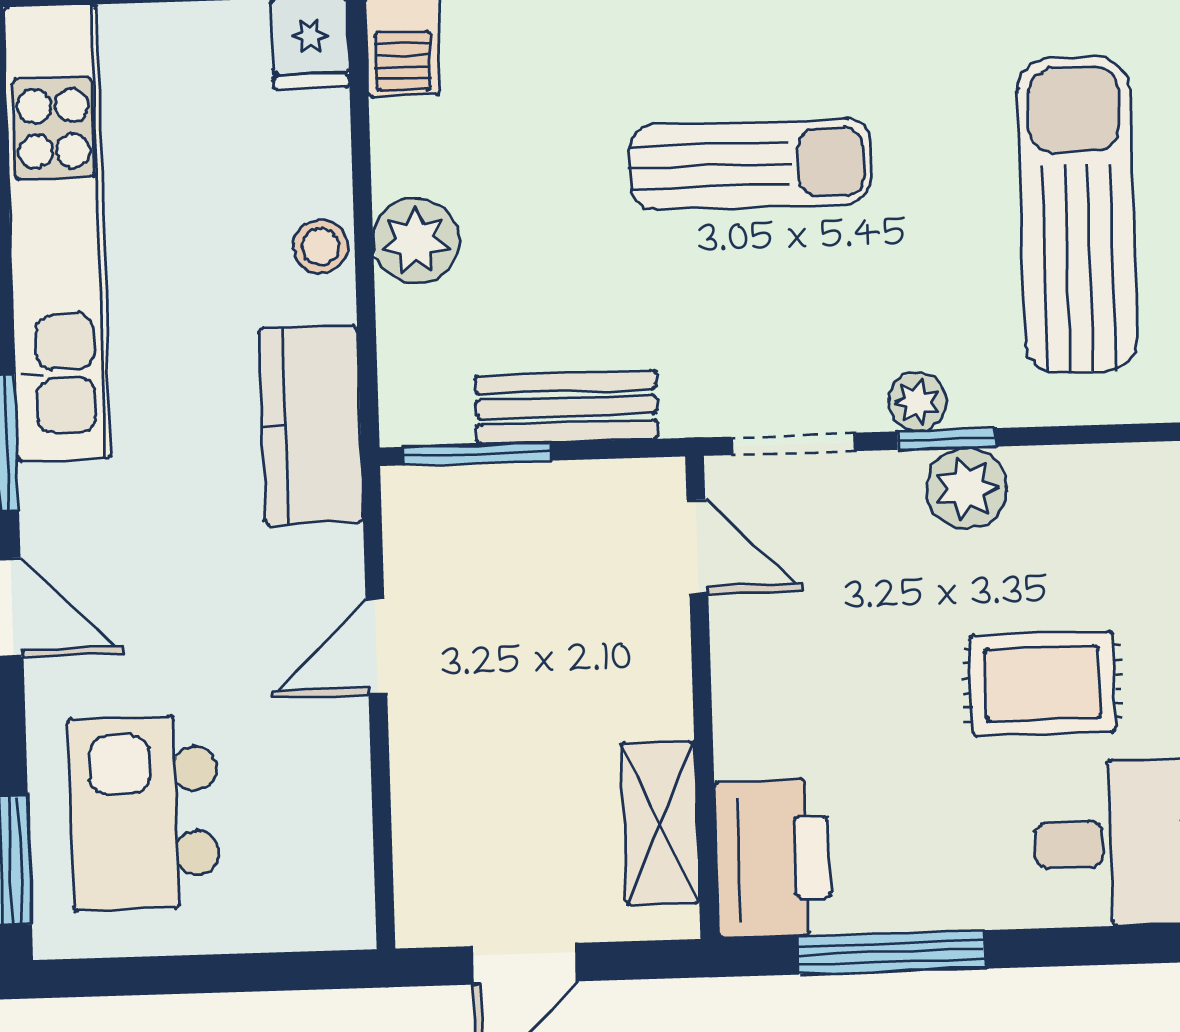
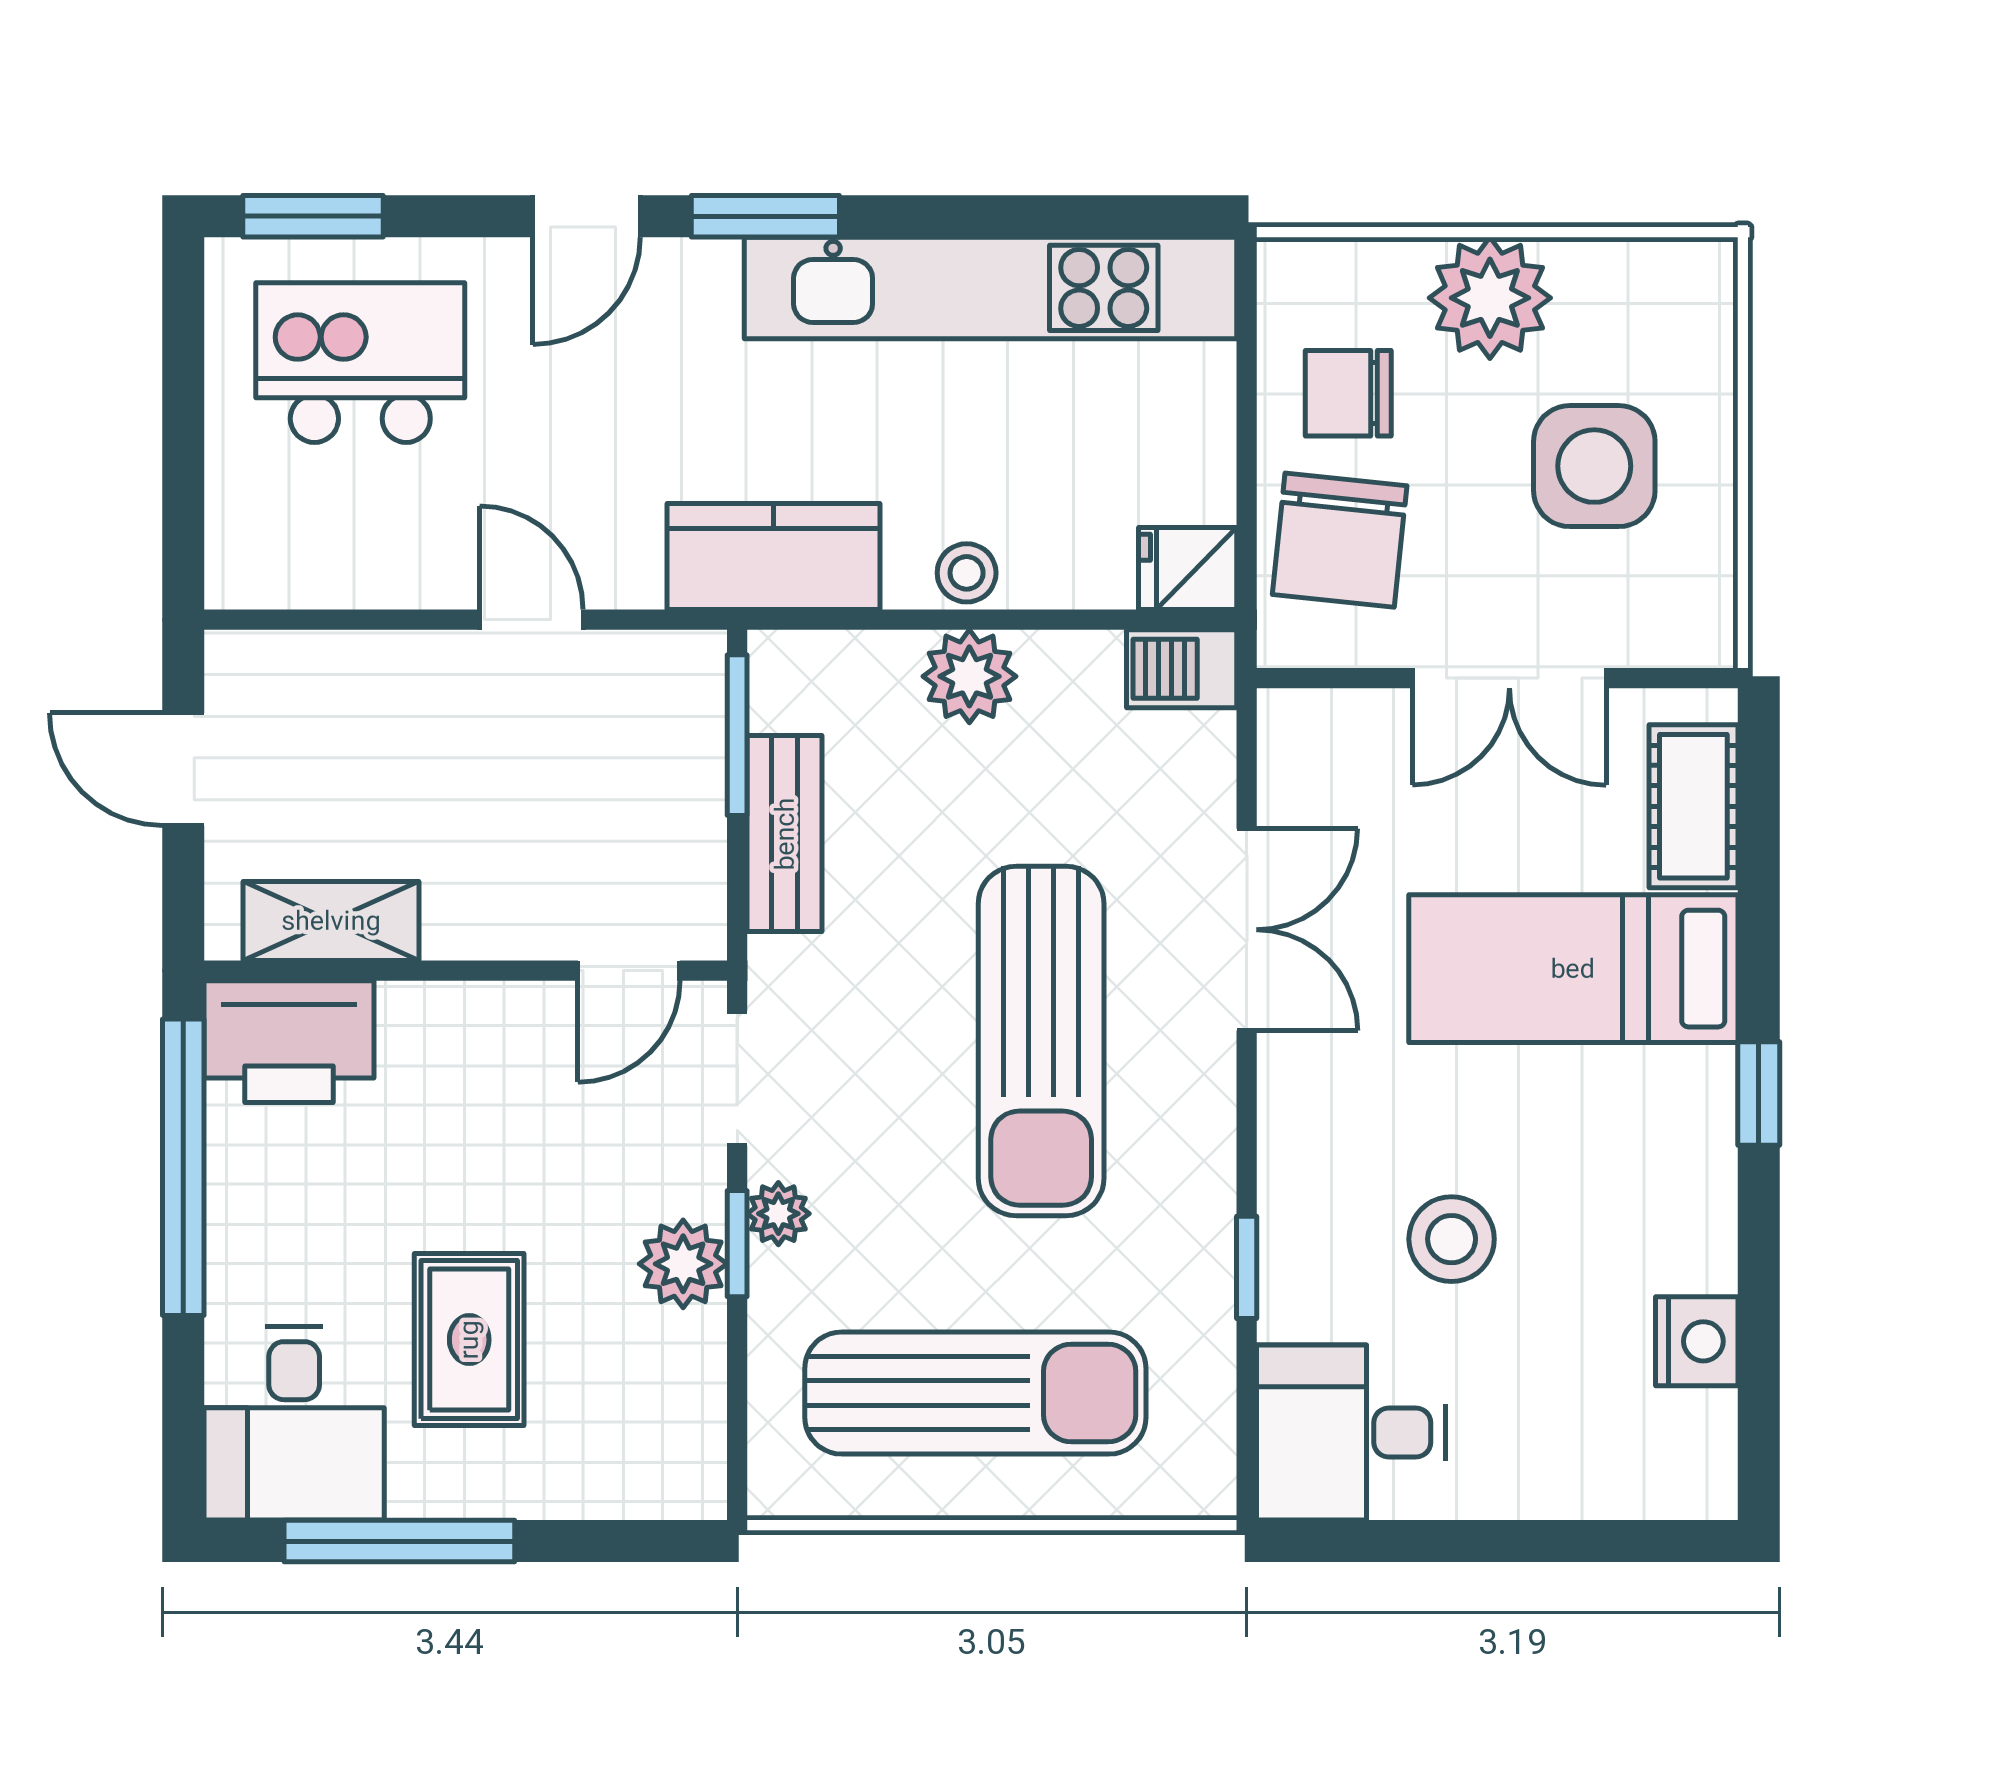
sun lounger: (750, 164) -> (1041, 1041), width x1.36, depth x1.34
window: (892, 952) -> (183, 1167), width x1.46

